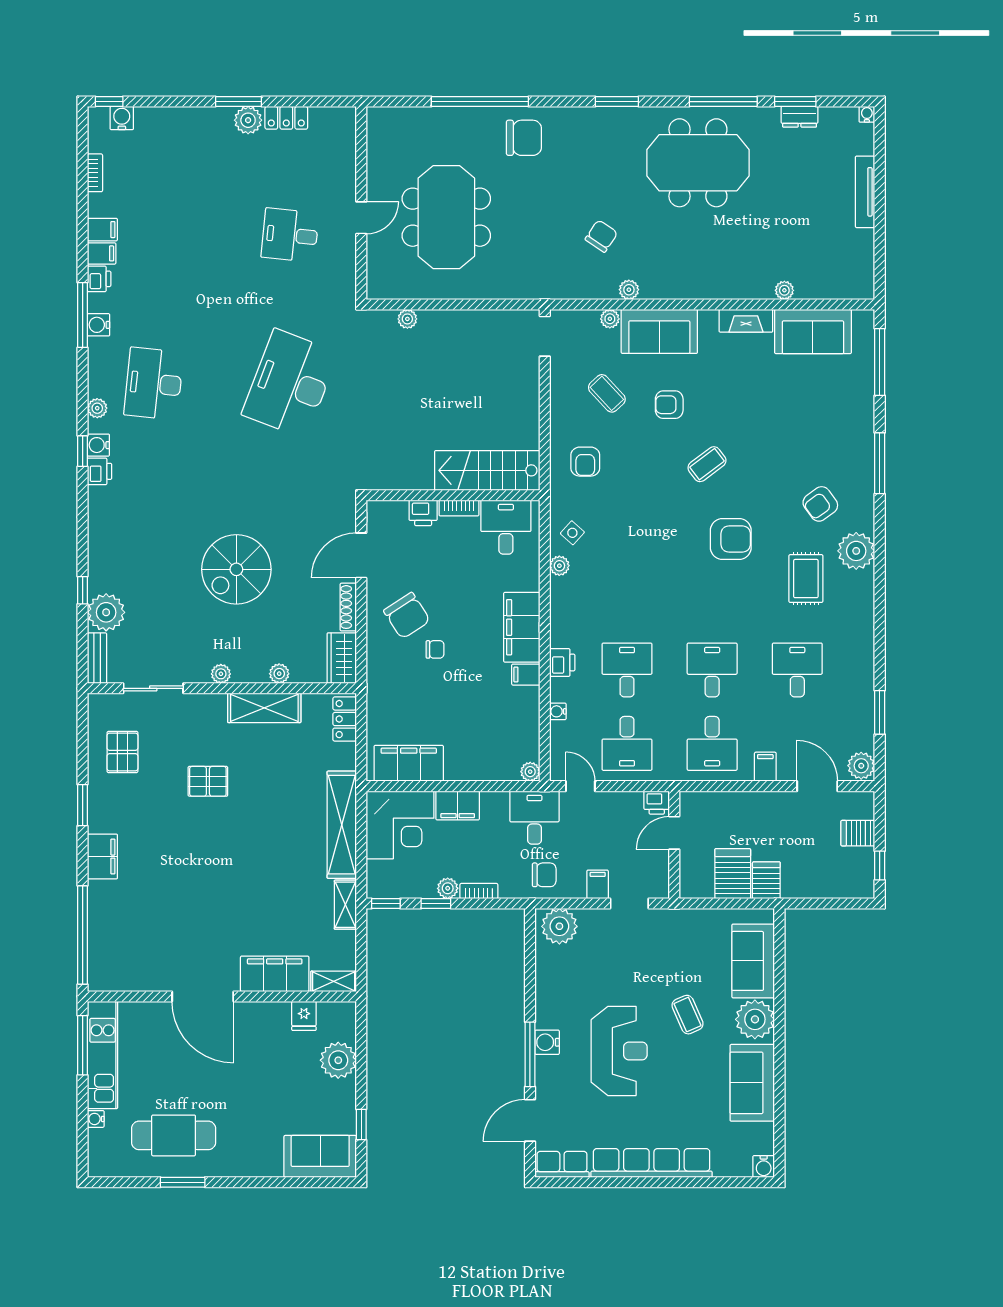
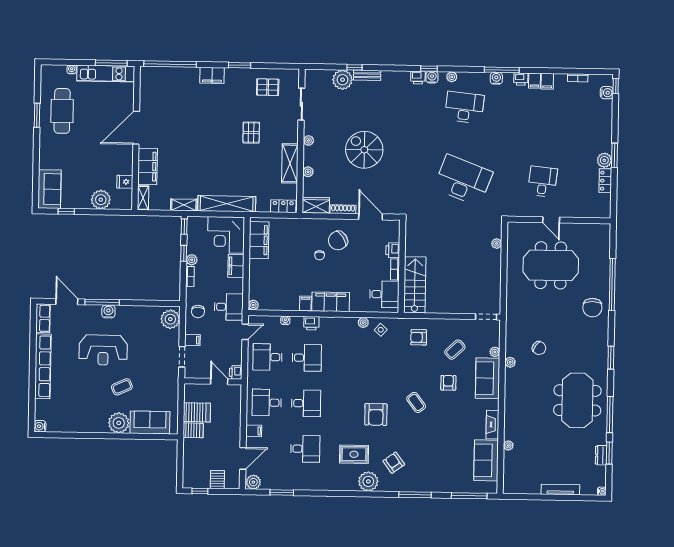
bench: (97, 658) -> (367, 75), moved
sofa: (752, 1083) -> (85, 421), removed

